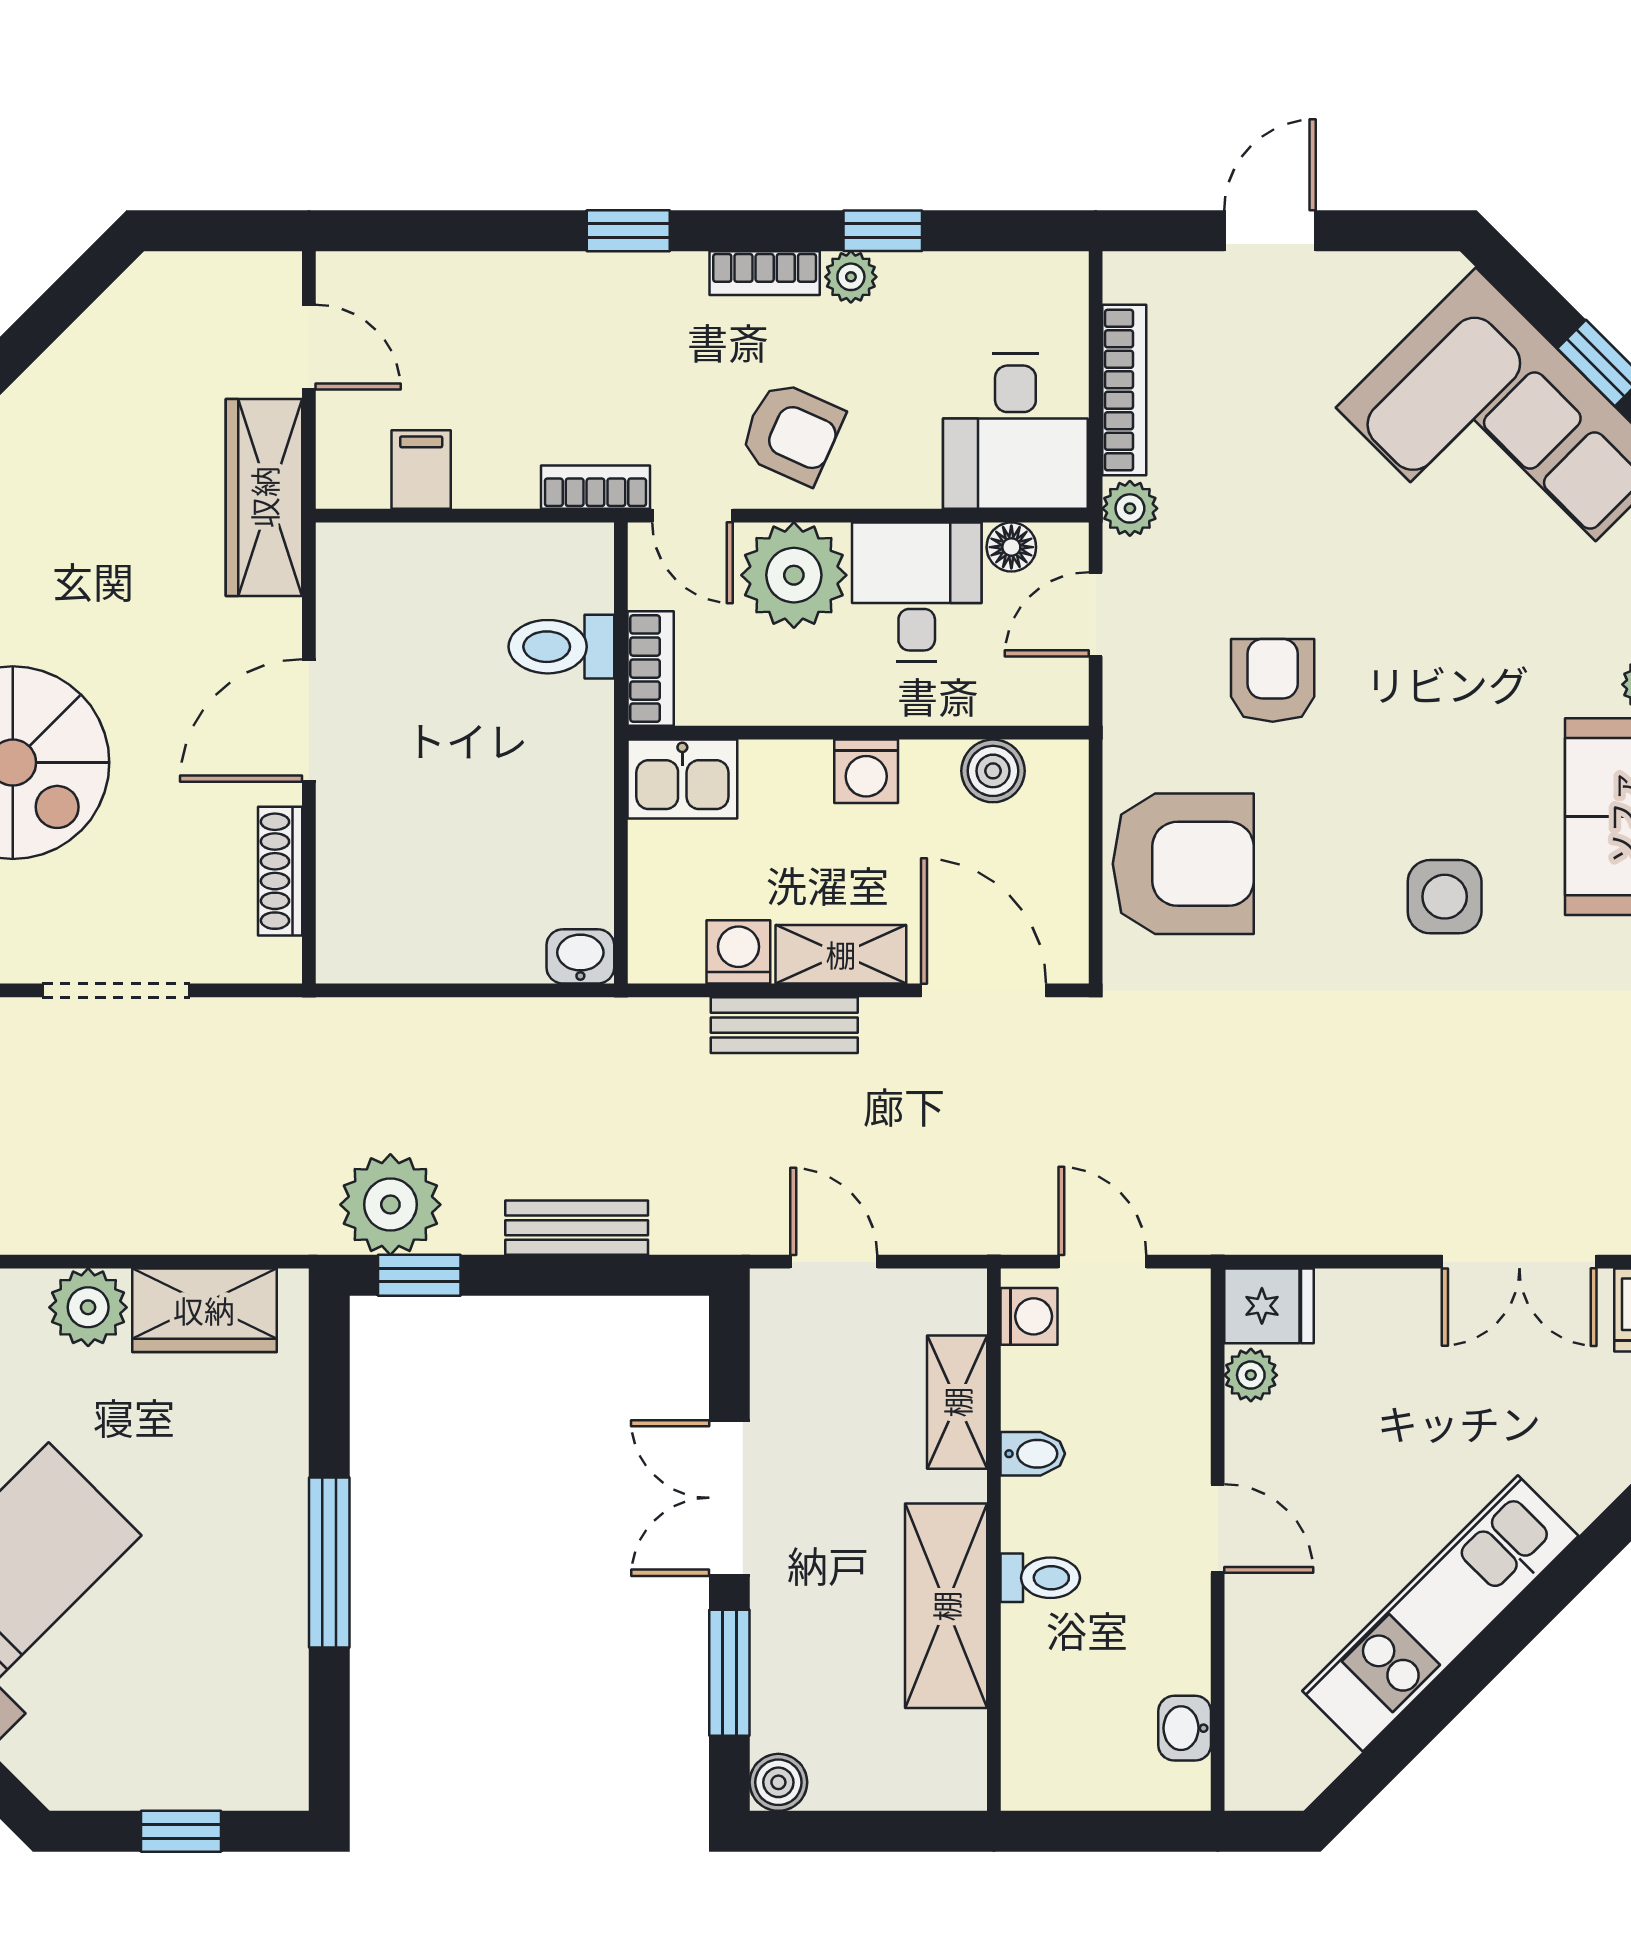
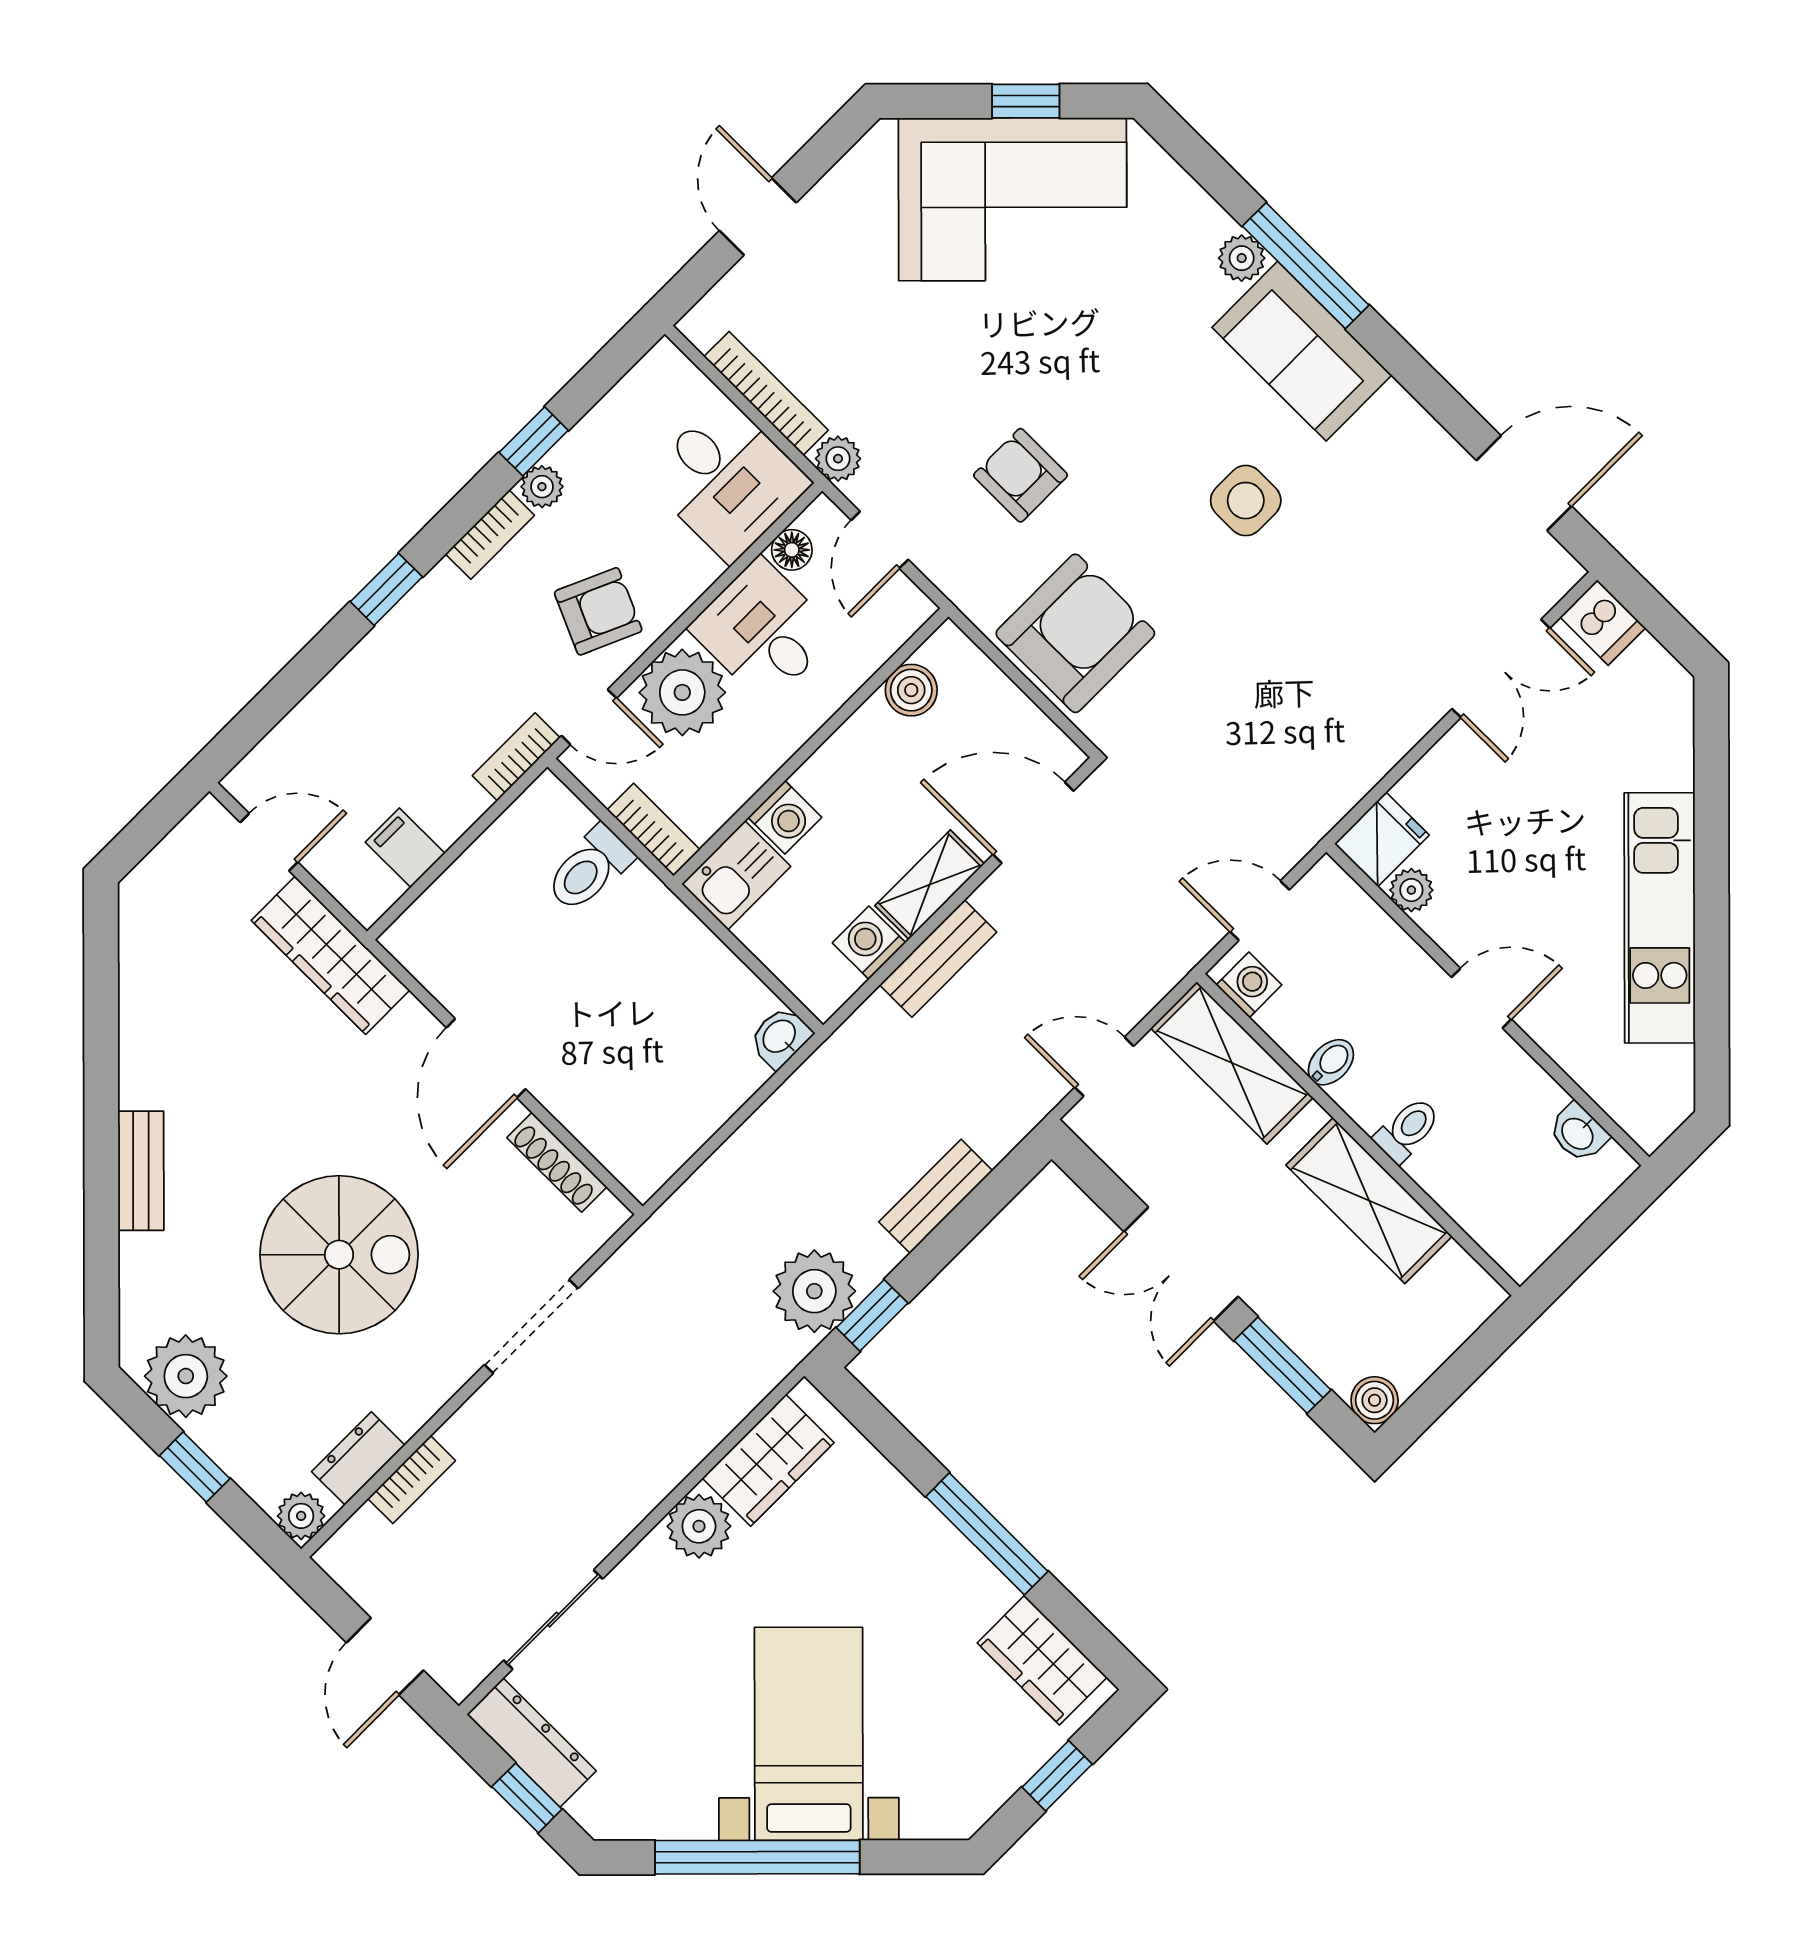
washing machine: (866, 771) -> (785, 817), moved
shelving: (957, 1402) -> (1232, 1063), width x1.50, depth x1.33
wardrobe: (268, 1719) -> (1042, 1660), added

